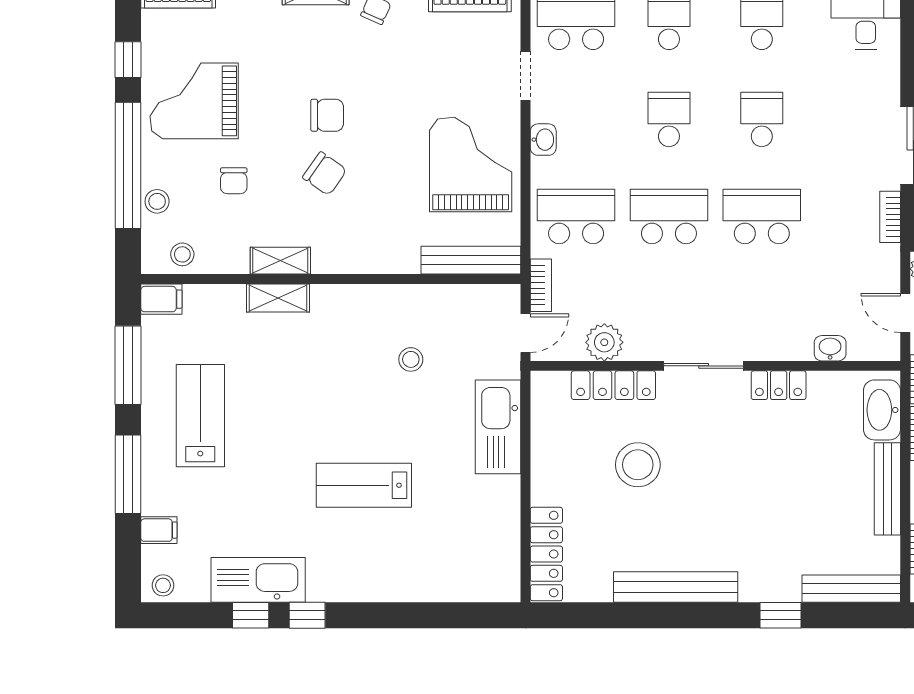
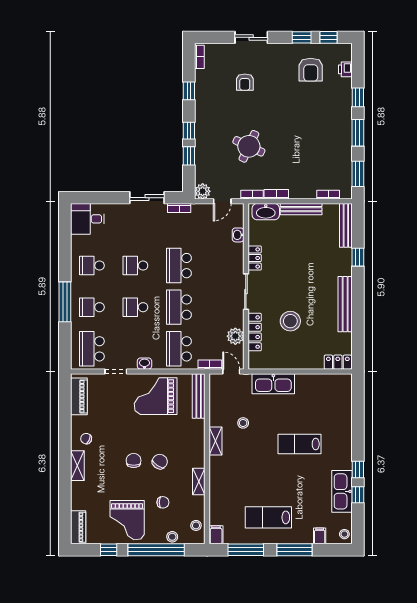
shelving: (278, 298) -> (216, 441), moved
lab bench: (364, 485) -> (300, 444), turned 90
locker: (546, 554) -> (338, 362), width x0.66

